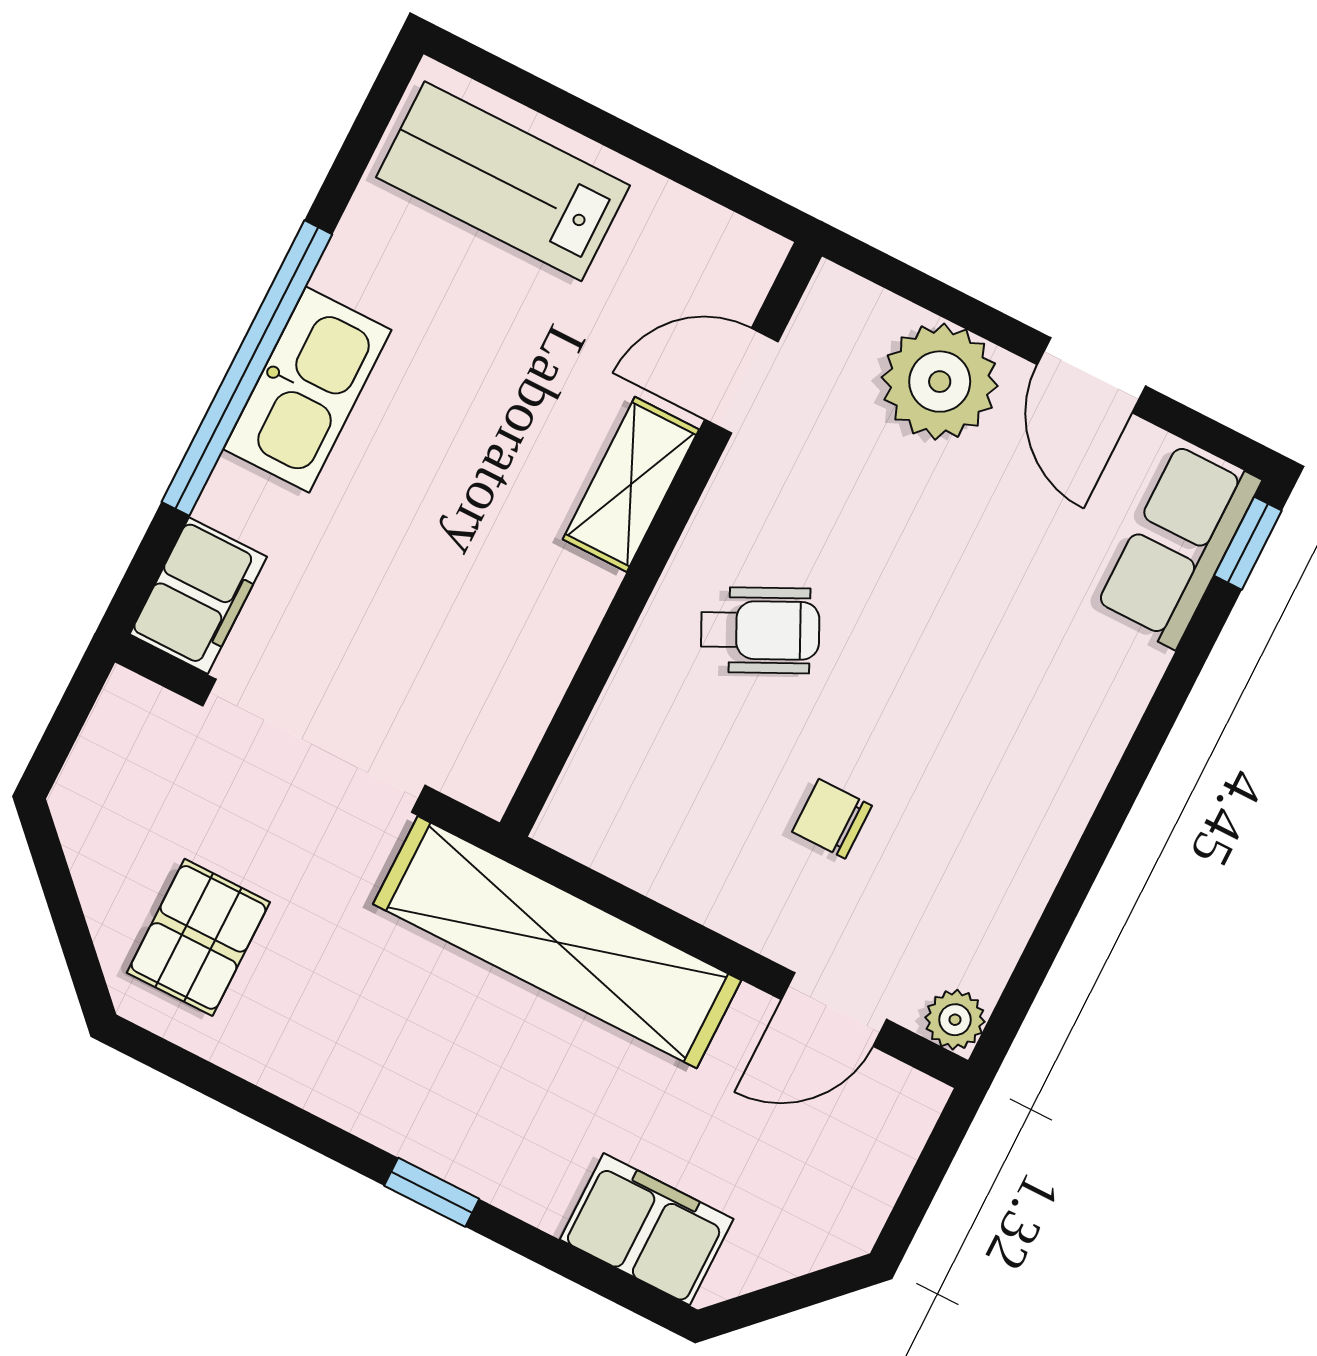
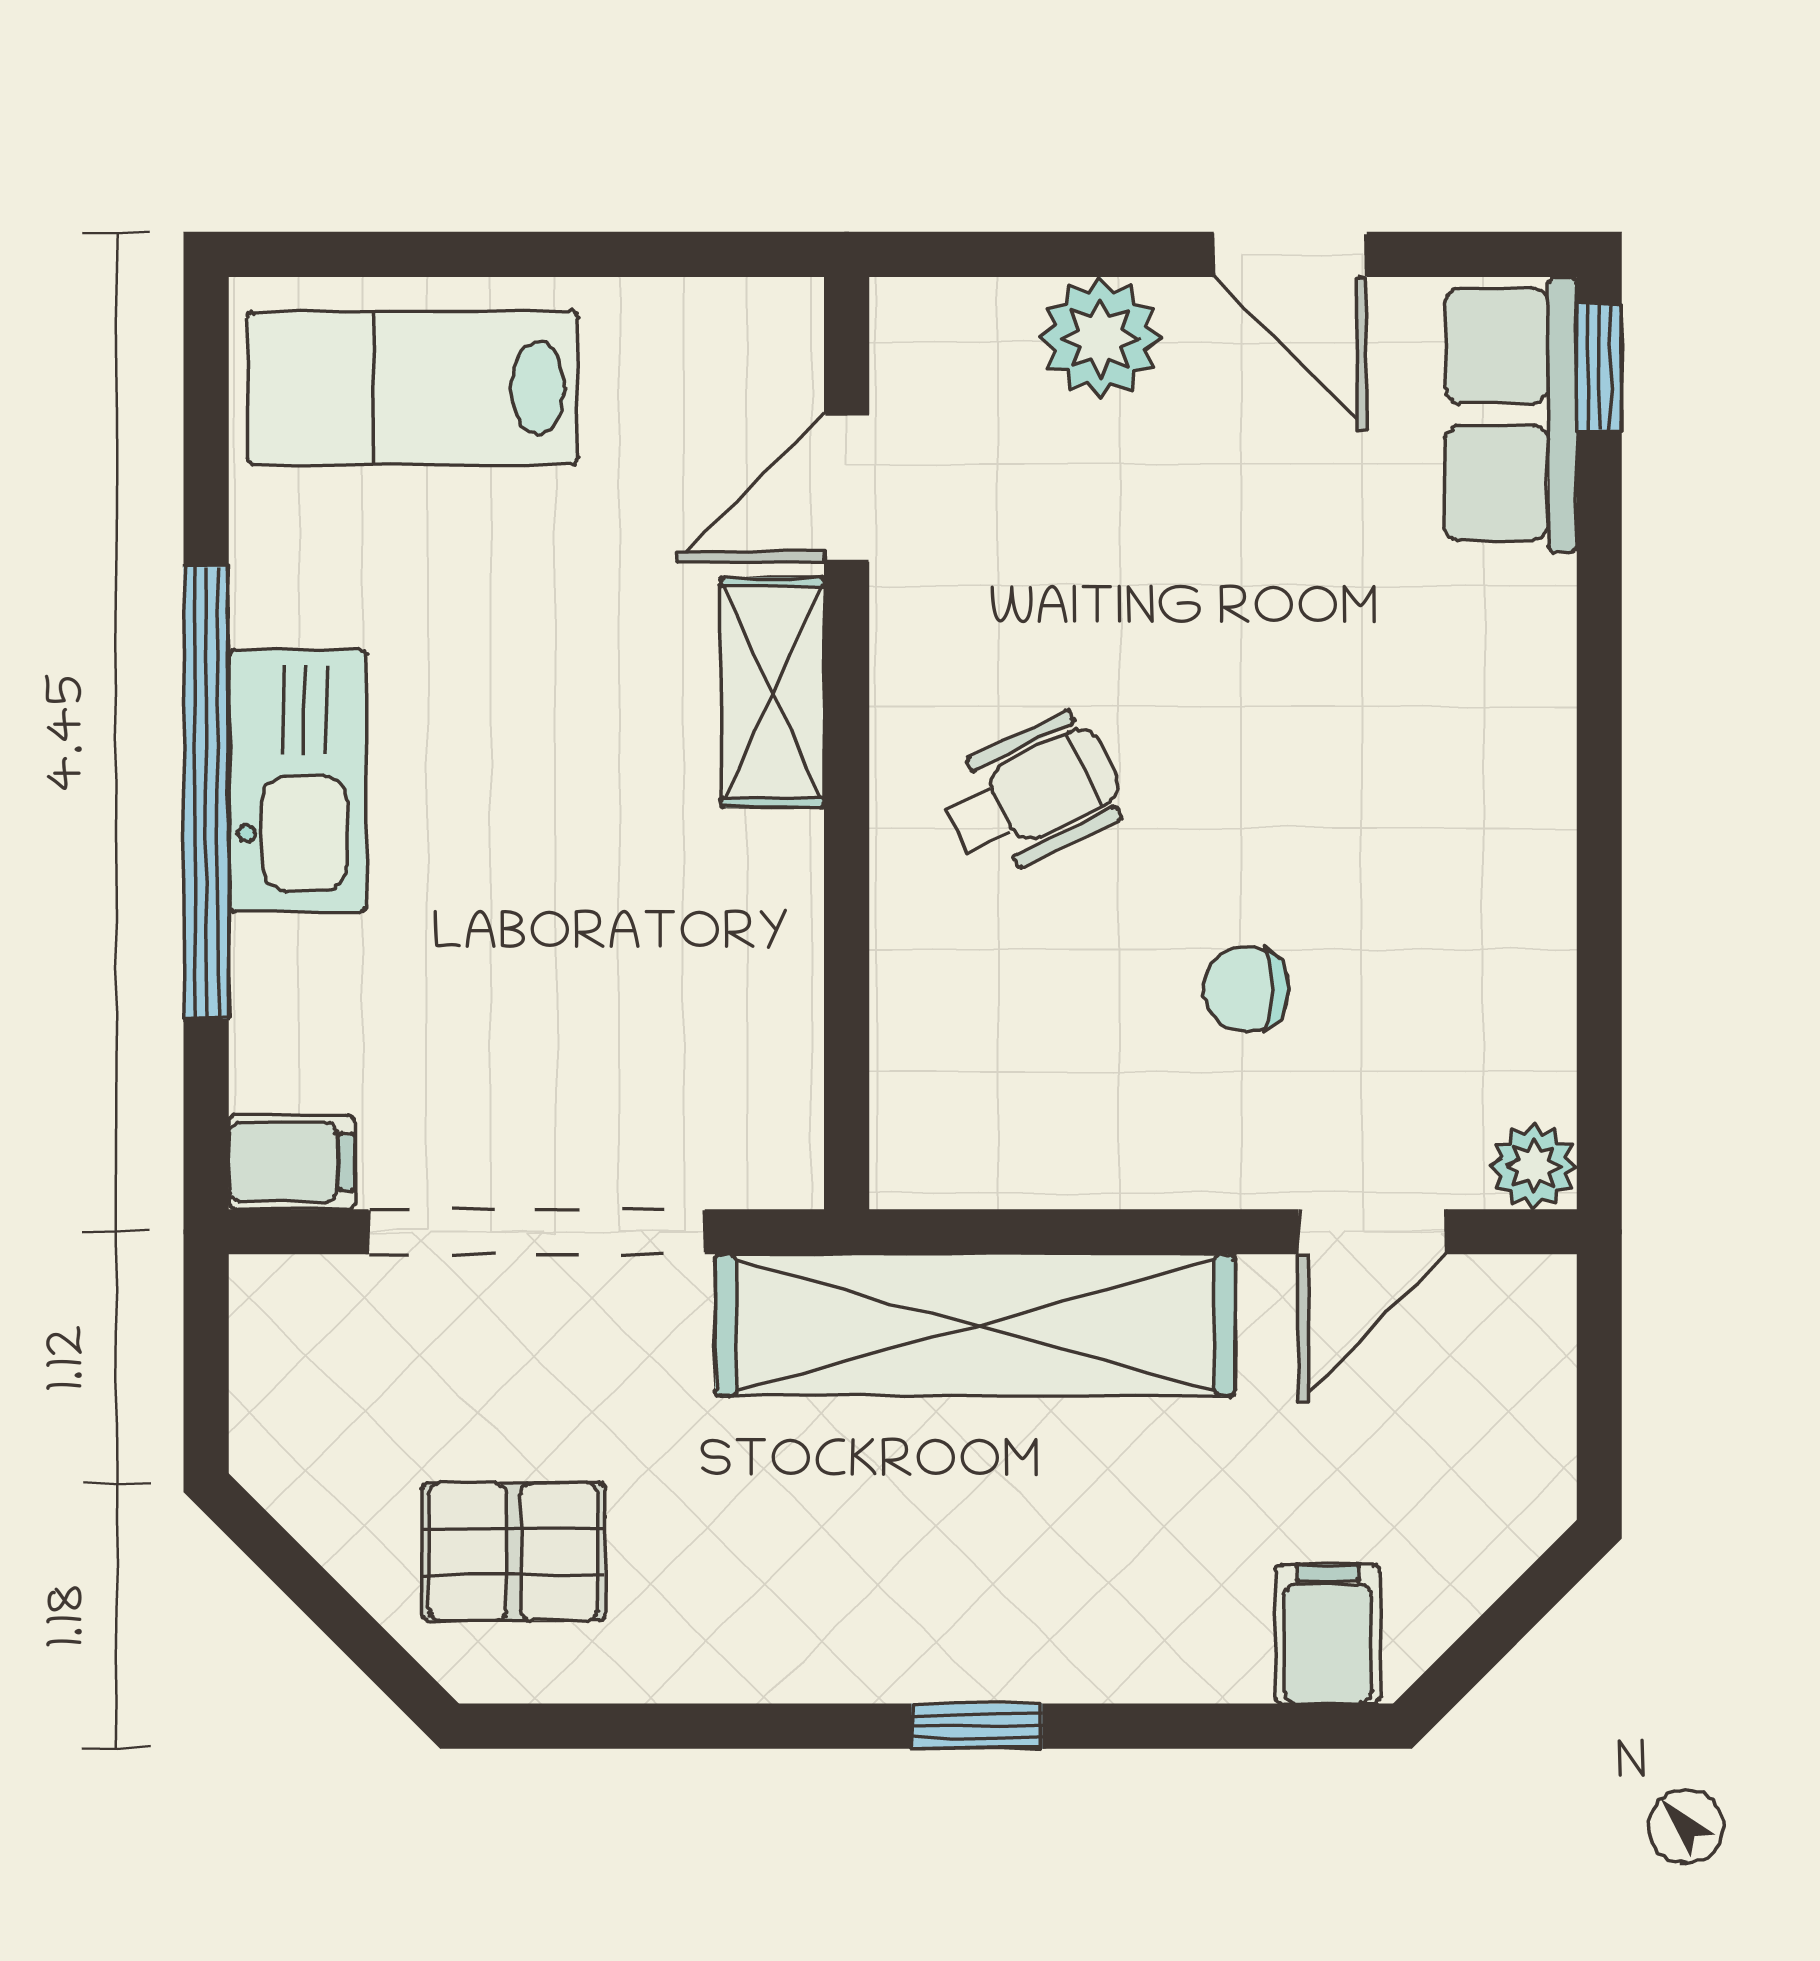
plant: (940, 382) -> (1101, 338), width x0.73, depth x0.73
filing cabinet: (198, 596) -> (292, 1162), width x0.50
pallet: (198, 937) -> (514, 1552), turned 90
filing cabinet: (647, 1229) -> (1328, 1634), width x0.50

